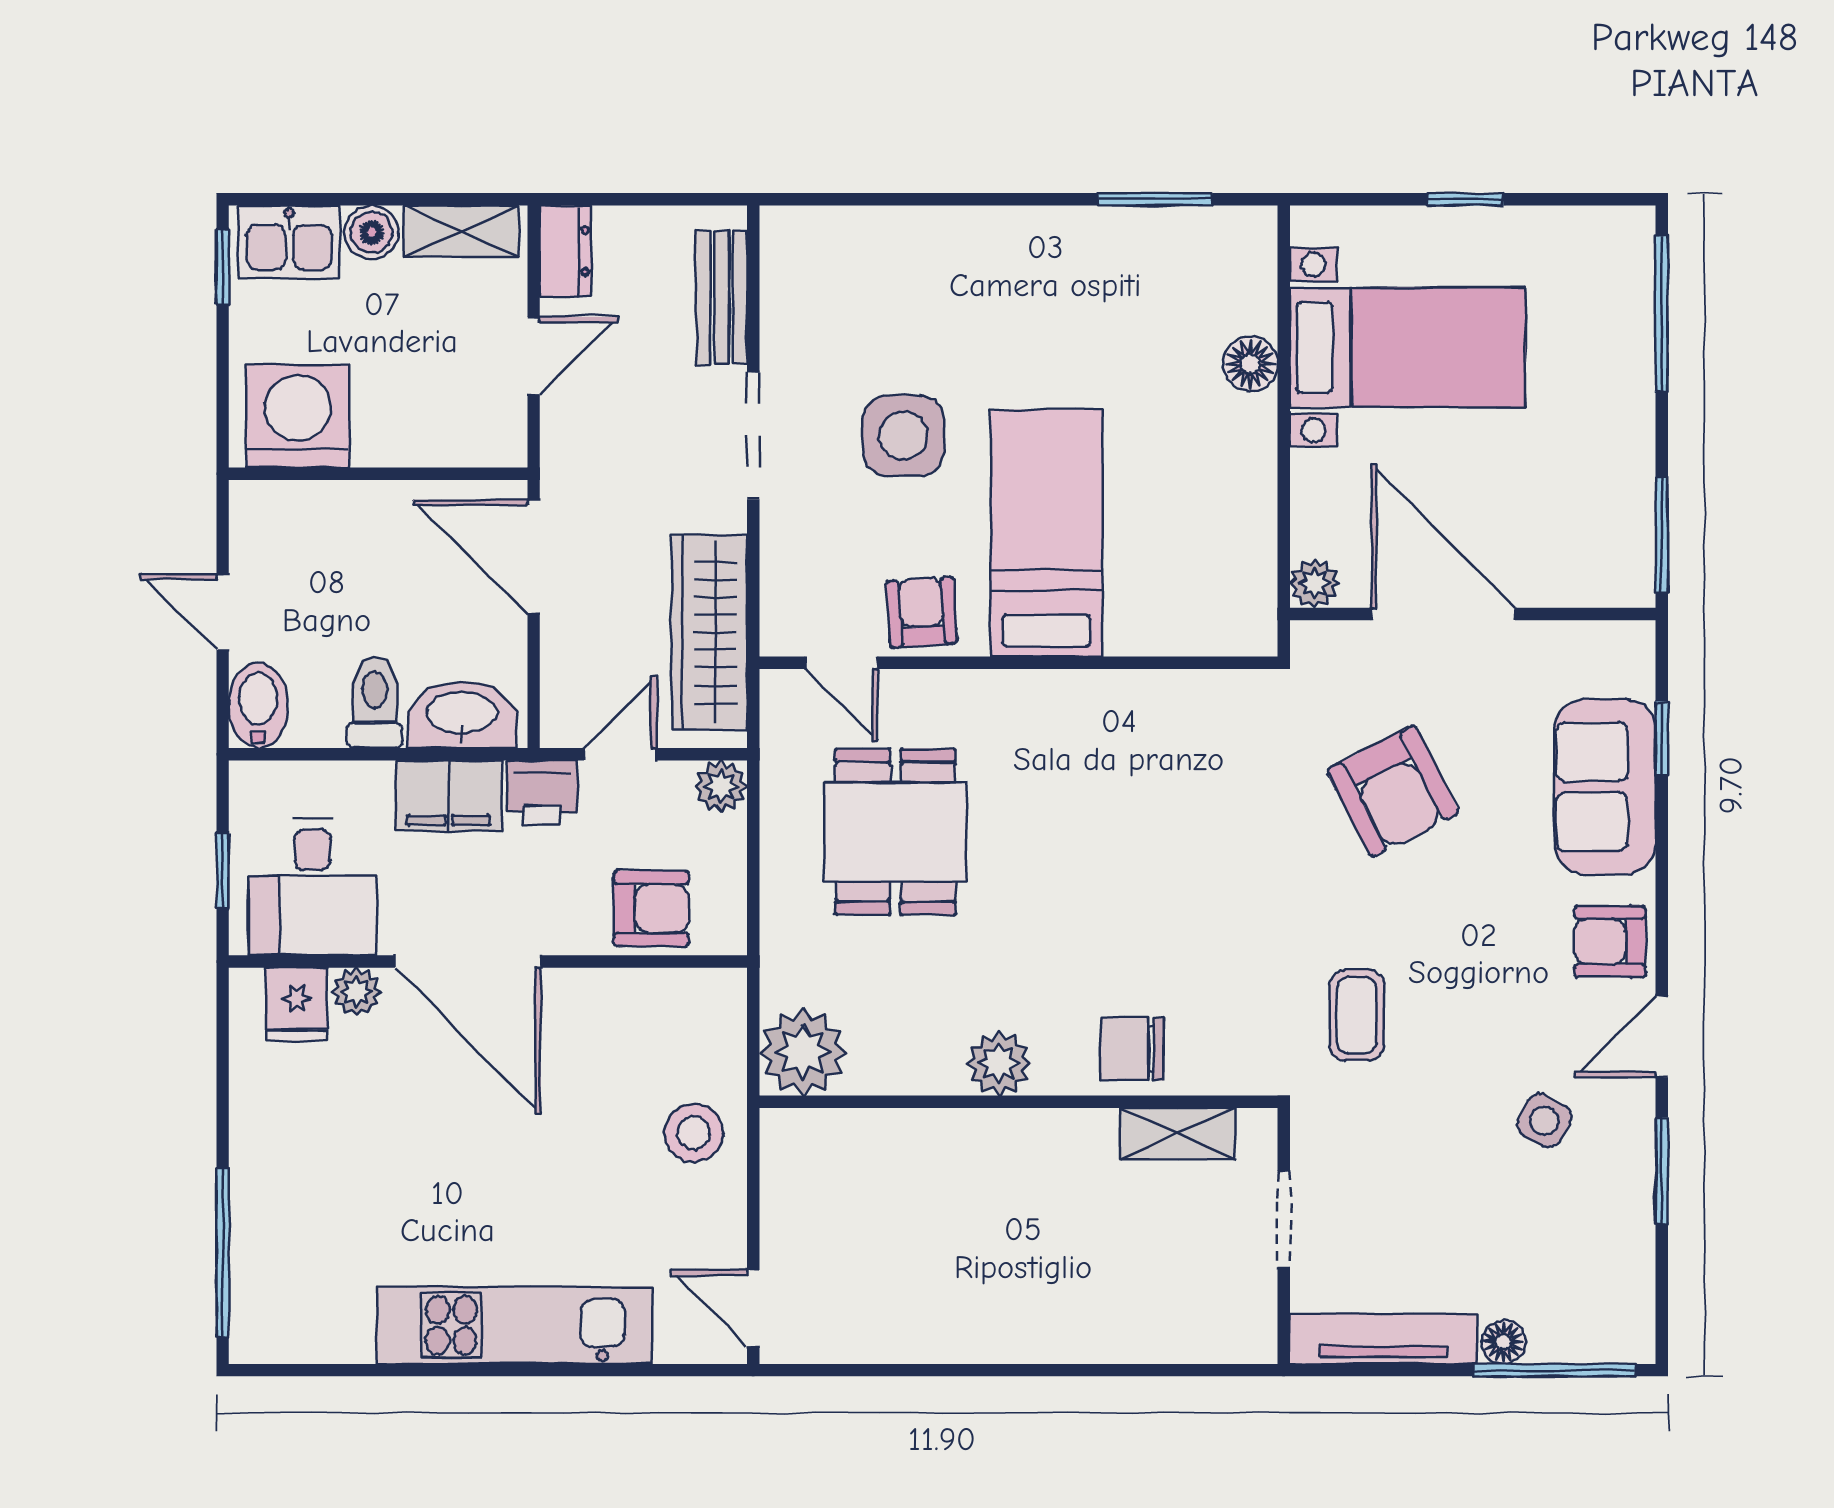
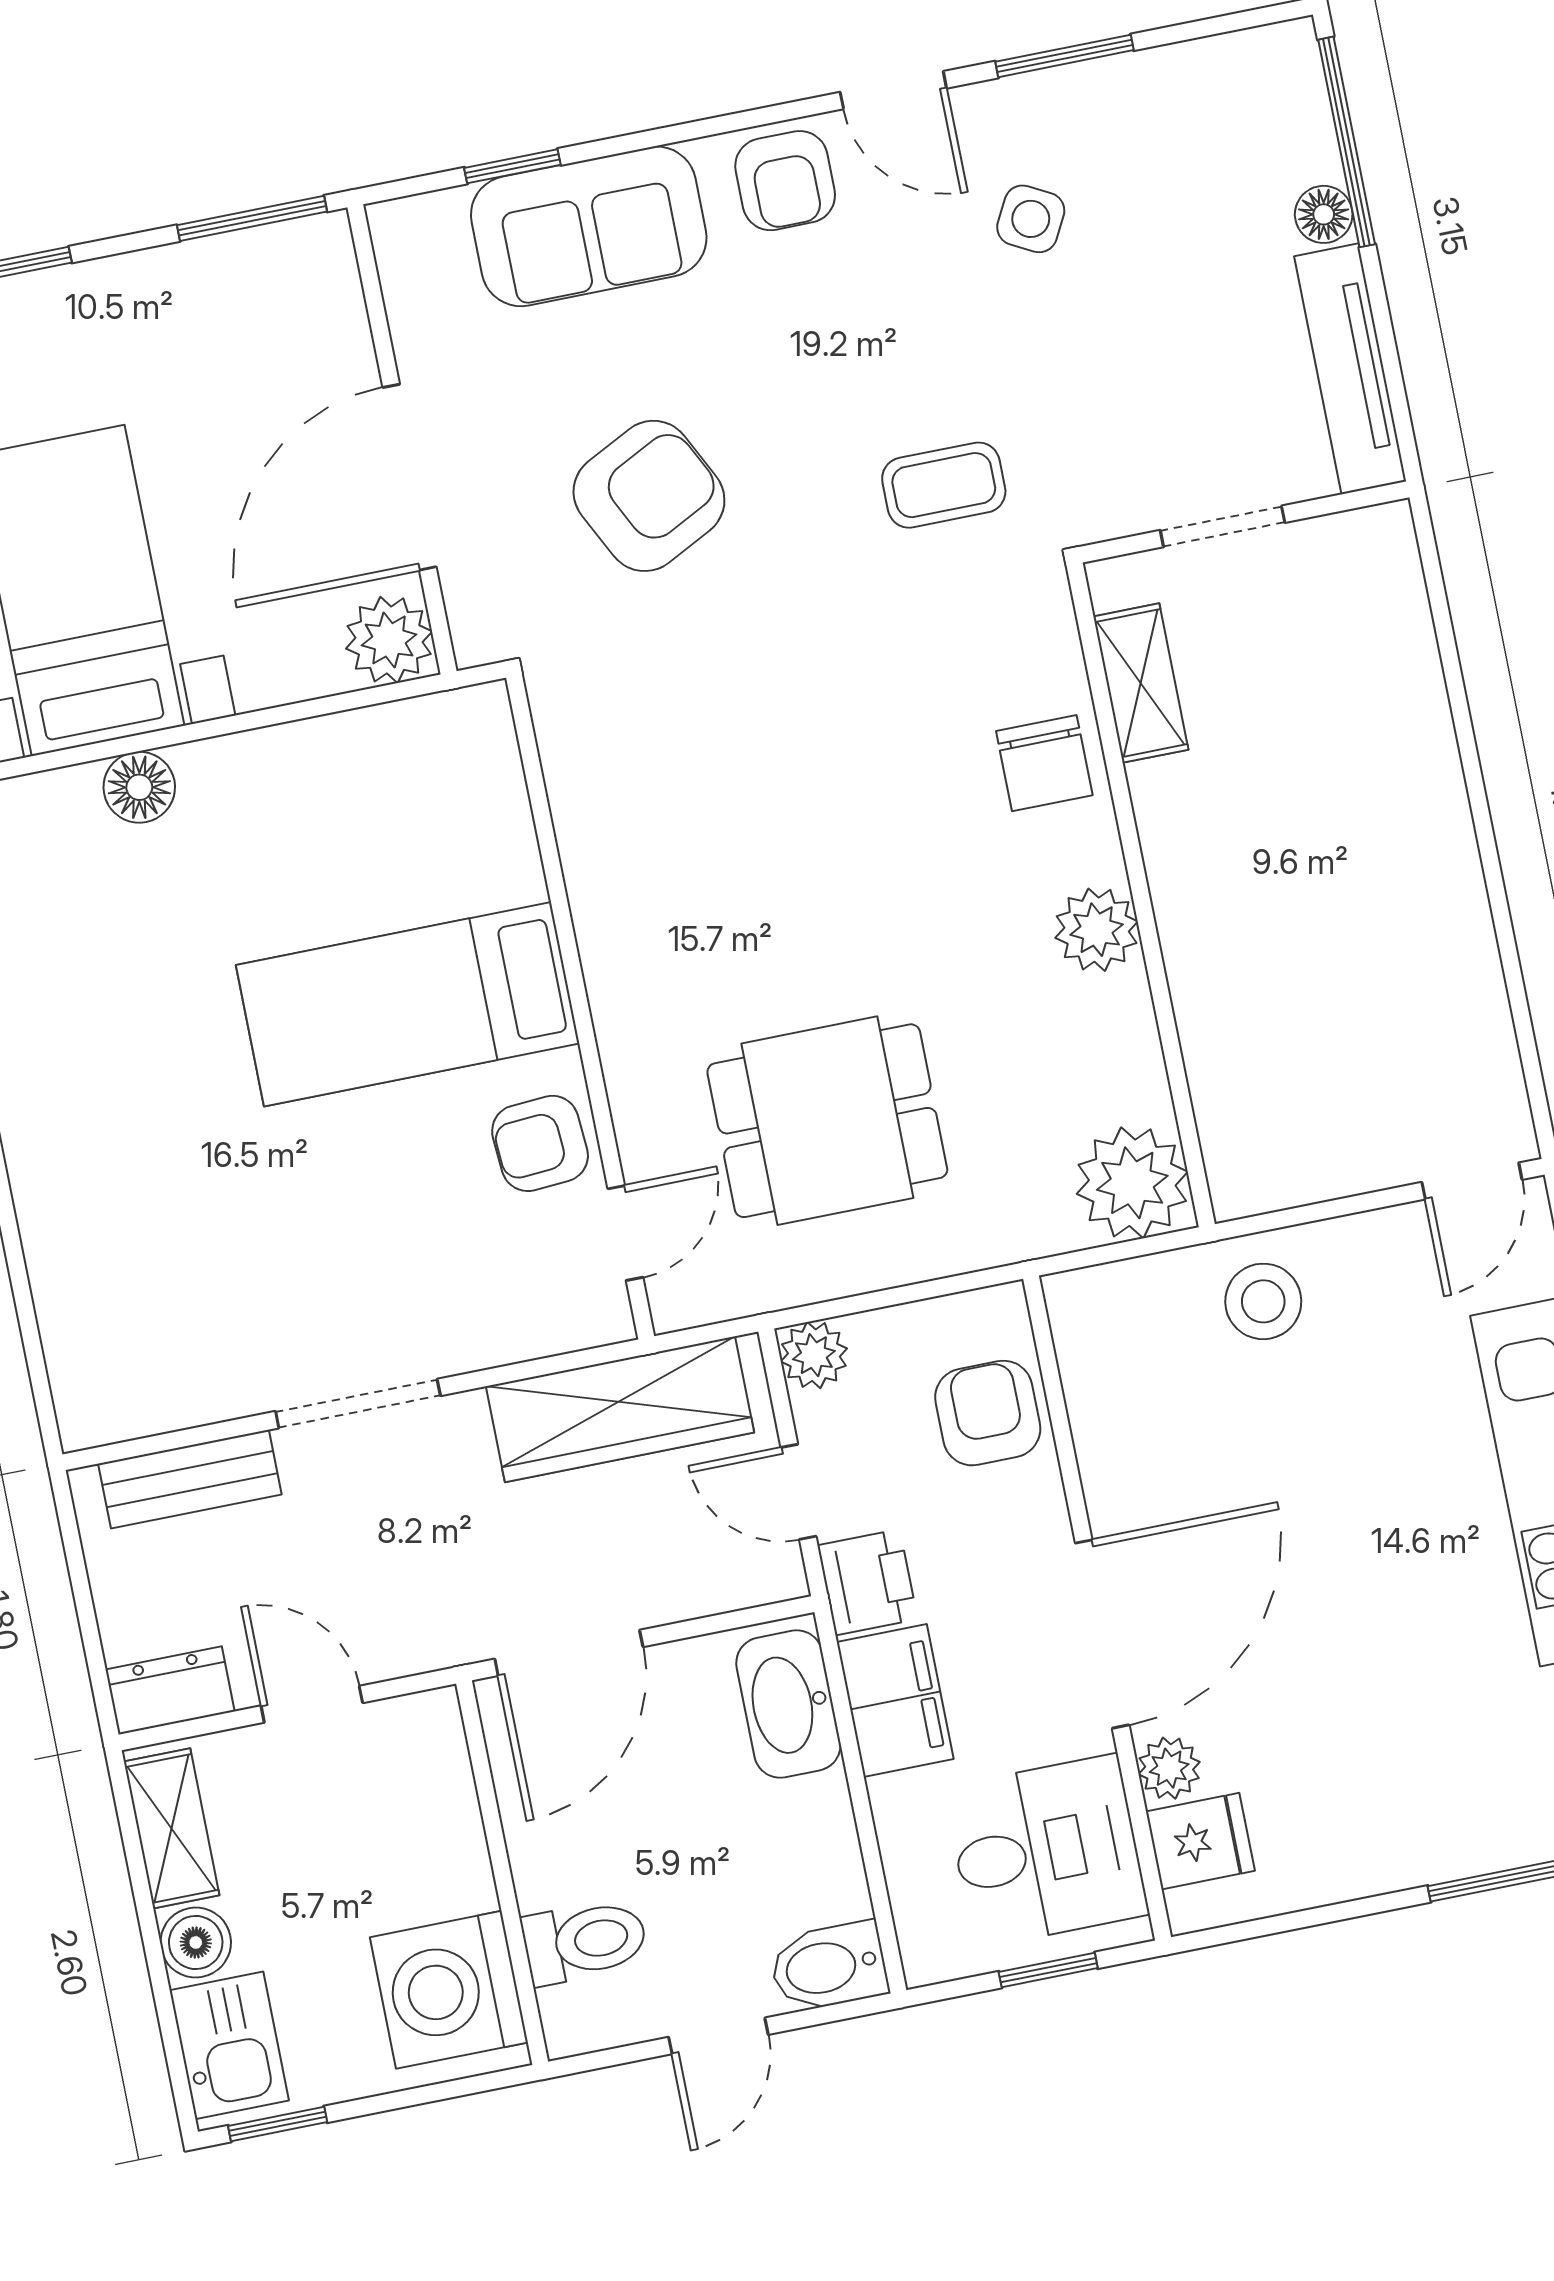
side table: (903, 436) -> (319, 1212), removed
plant: (1314, 583) -> (389, 640), width x1.38, depth x1.38
toilet: (375, 702) -> (585, 1941), moved, turned 180

